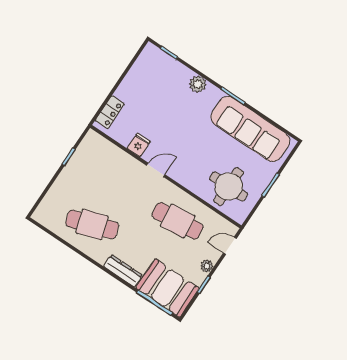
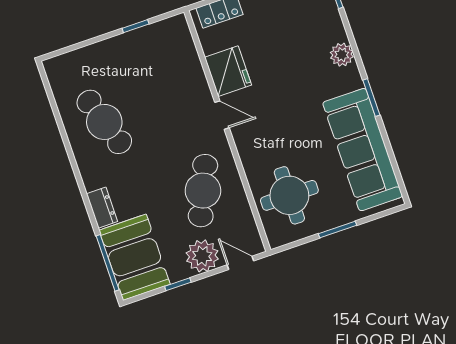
fridge: (139, 145) -> (228, 71), width x1.88, depth x1.34
cafe table: (178, 221) -> (203, 191), turned 30
plant: (207, 266) -> (202, 256), width x1.87, depth x1.87
dresser: (123, 271) -> (102, 208), width x0.70

